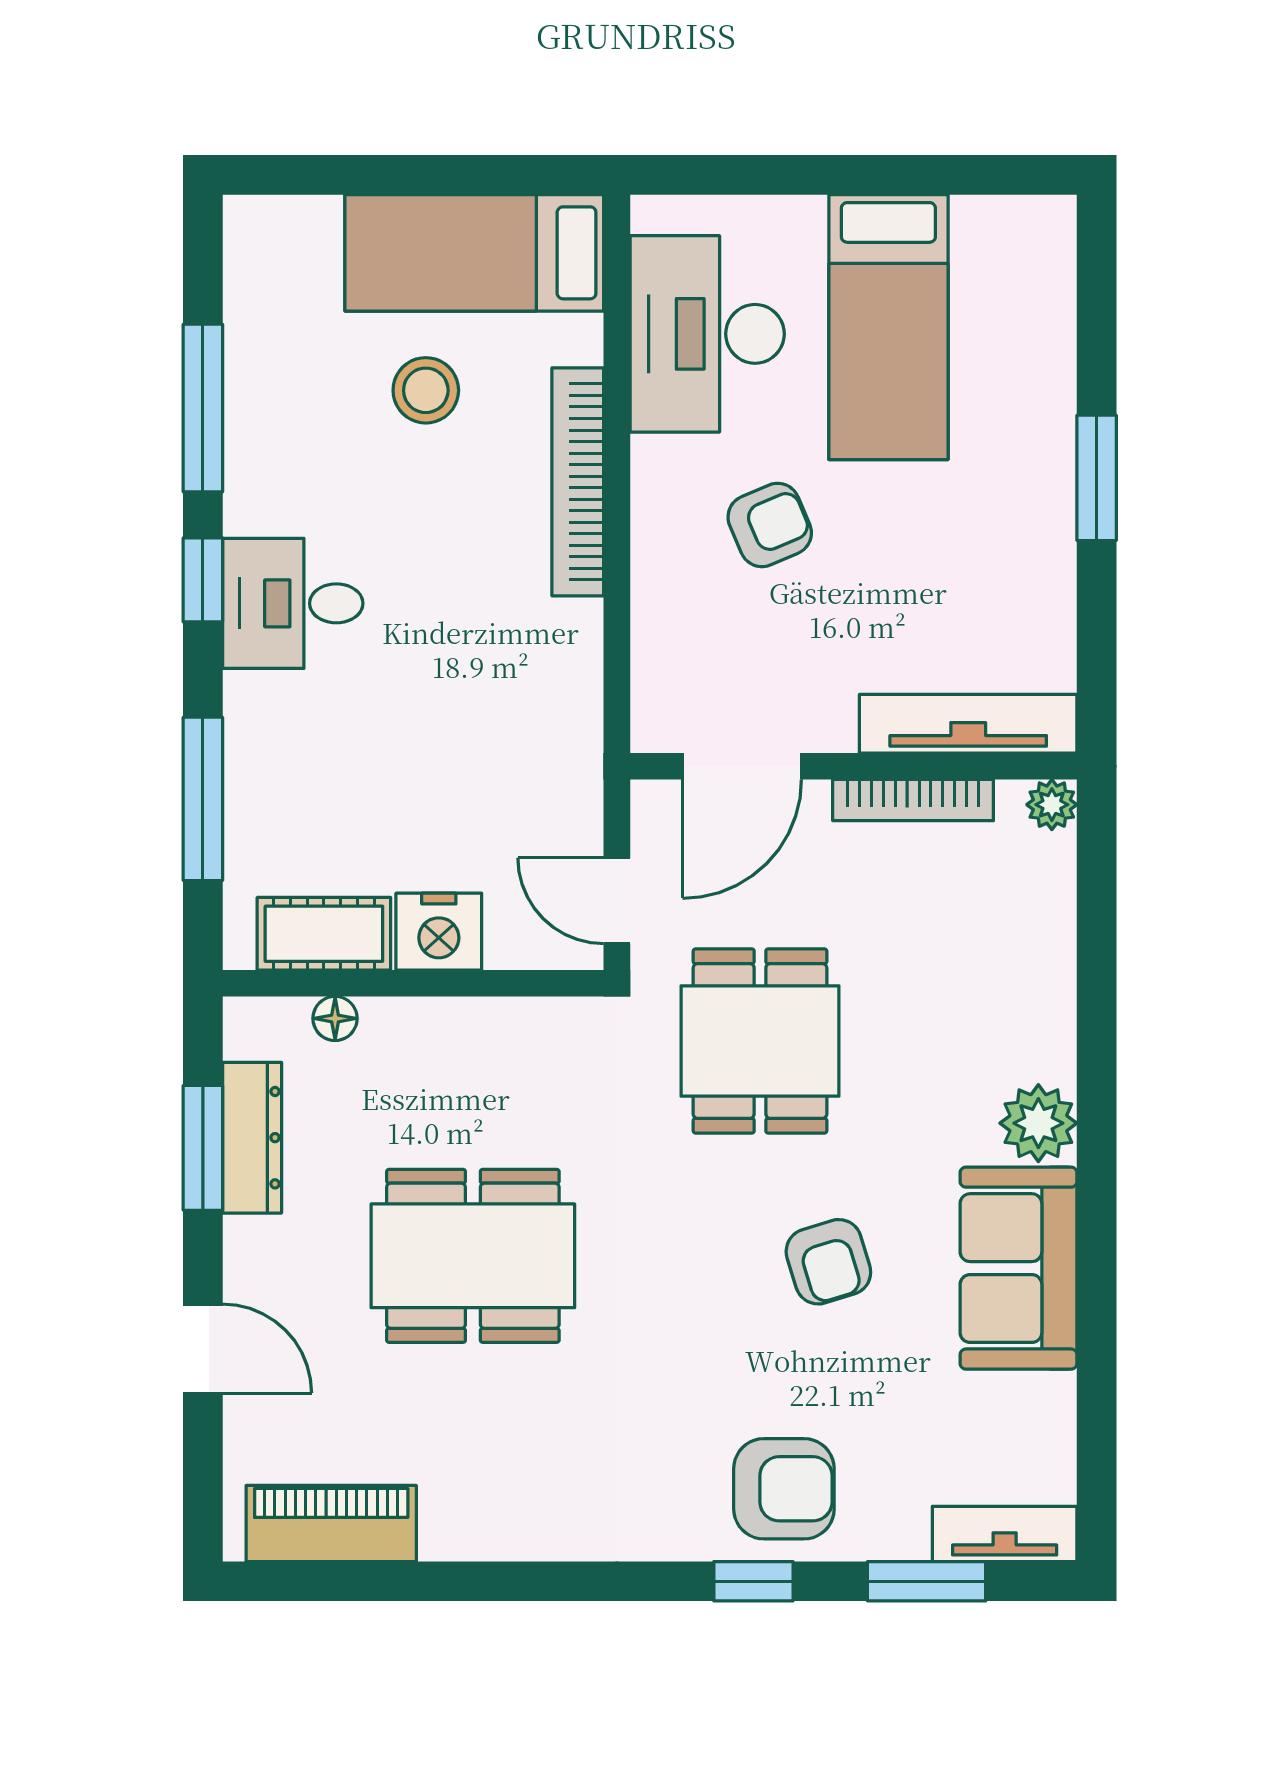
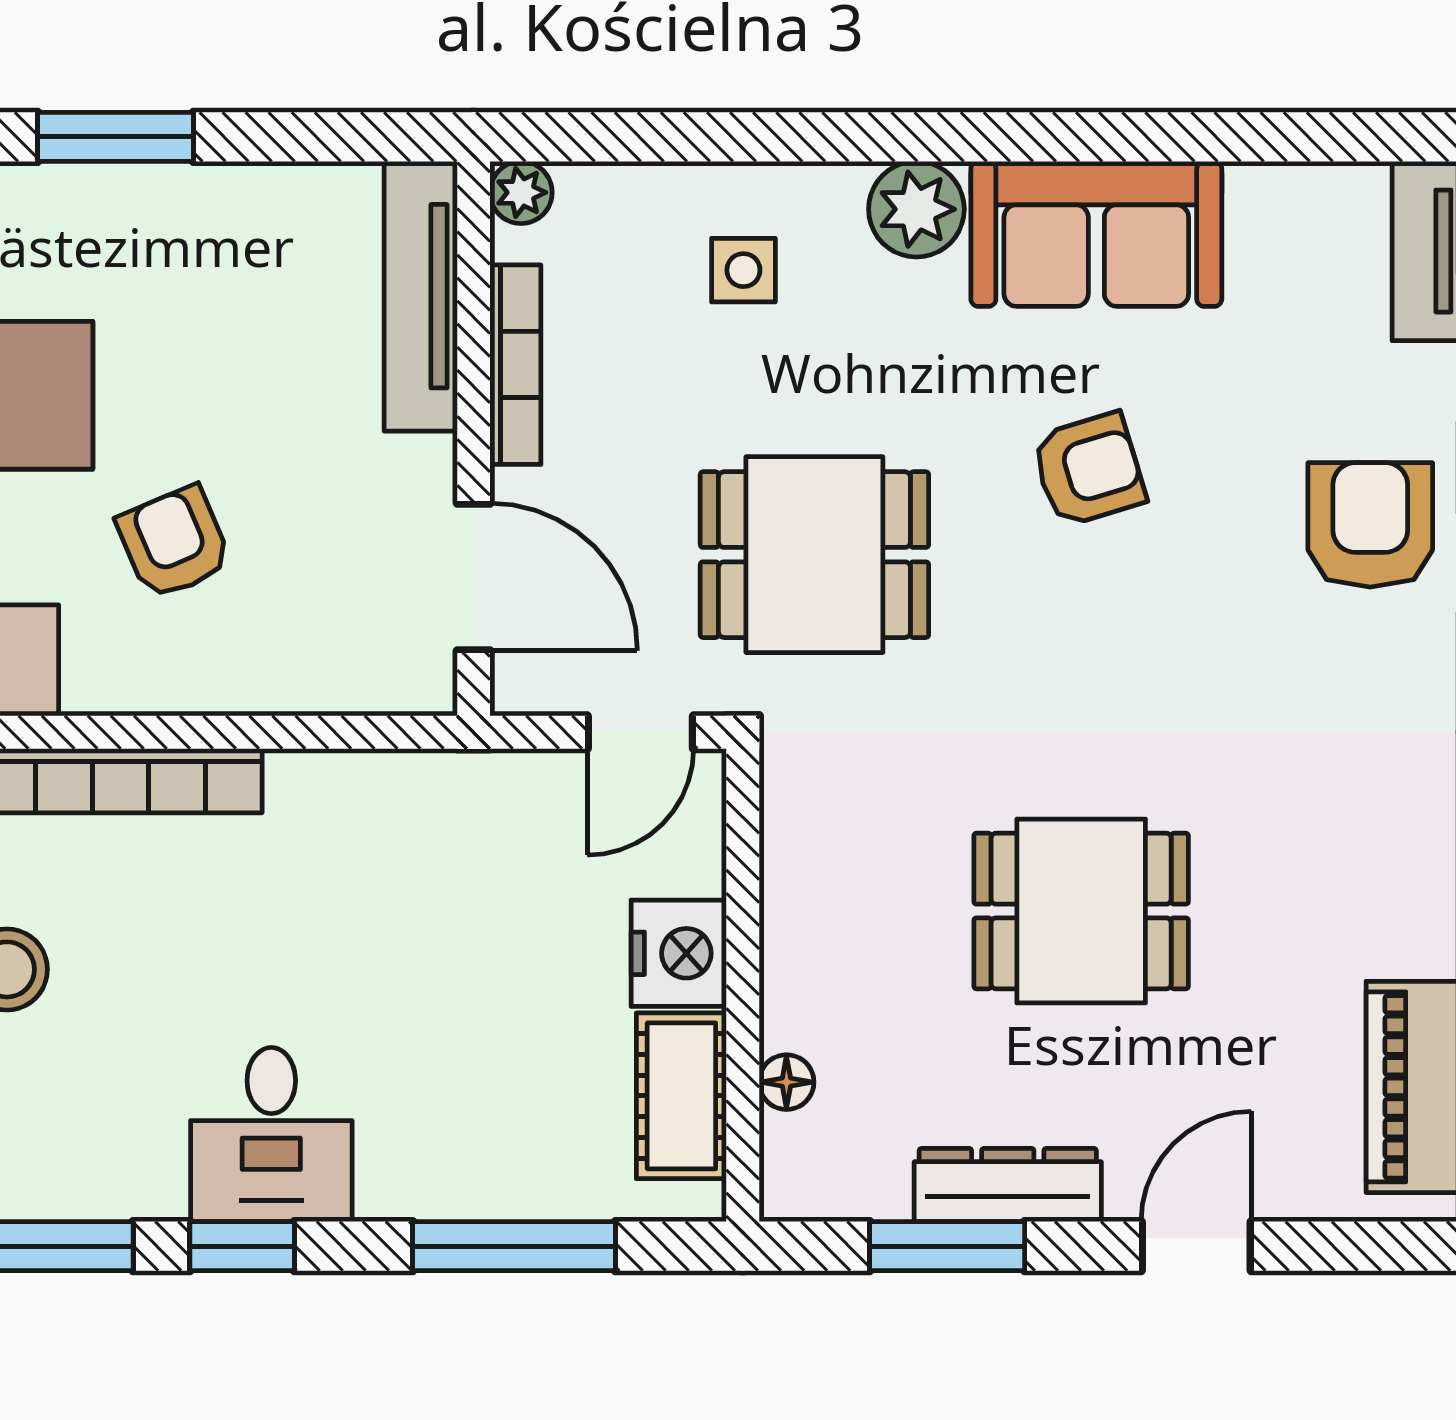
side table: (989, 984) -> (743, 270), added
dresser: (252, 1138) -> (1008, 1185), moved
dining table: (473, 1256) -> (1081, 911), width x0.73

